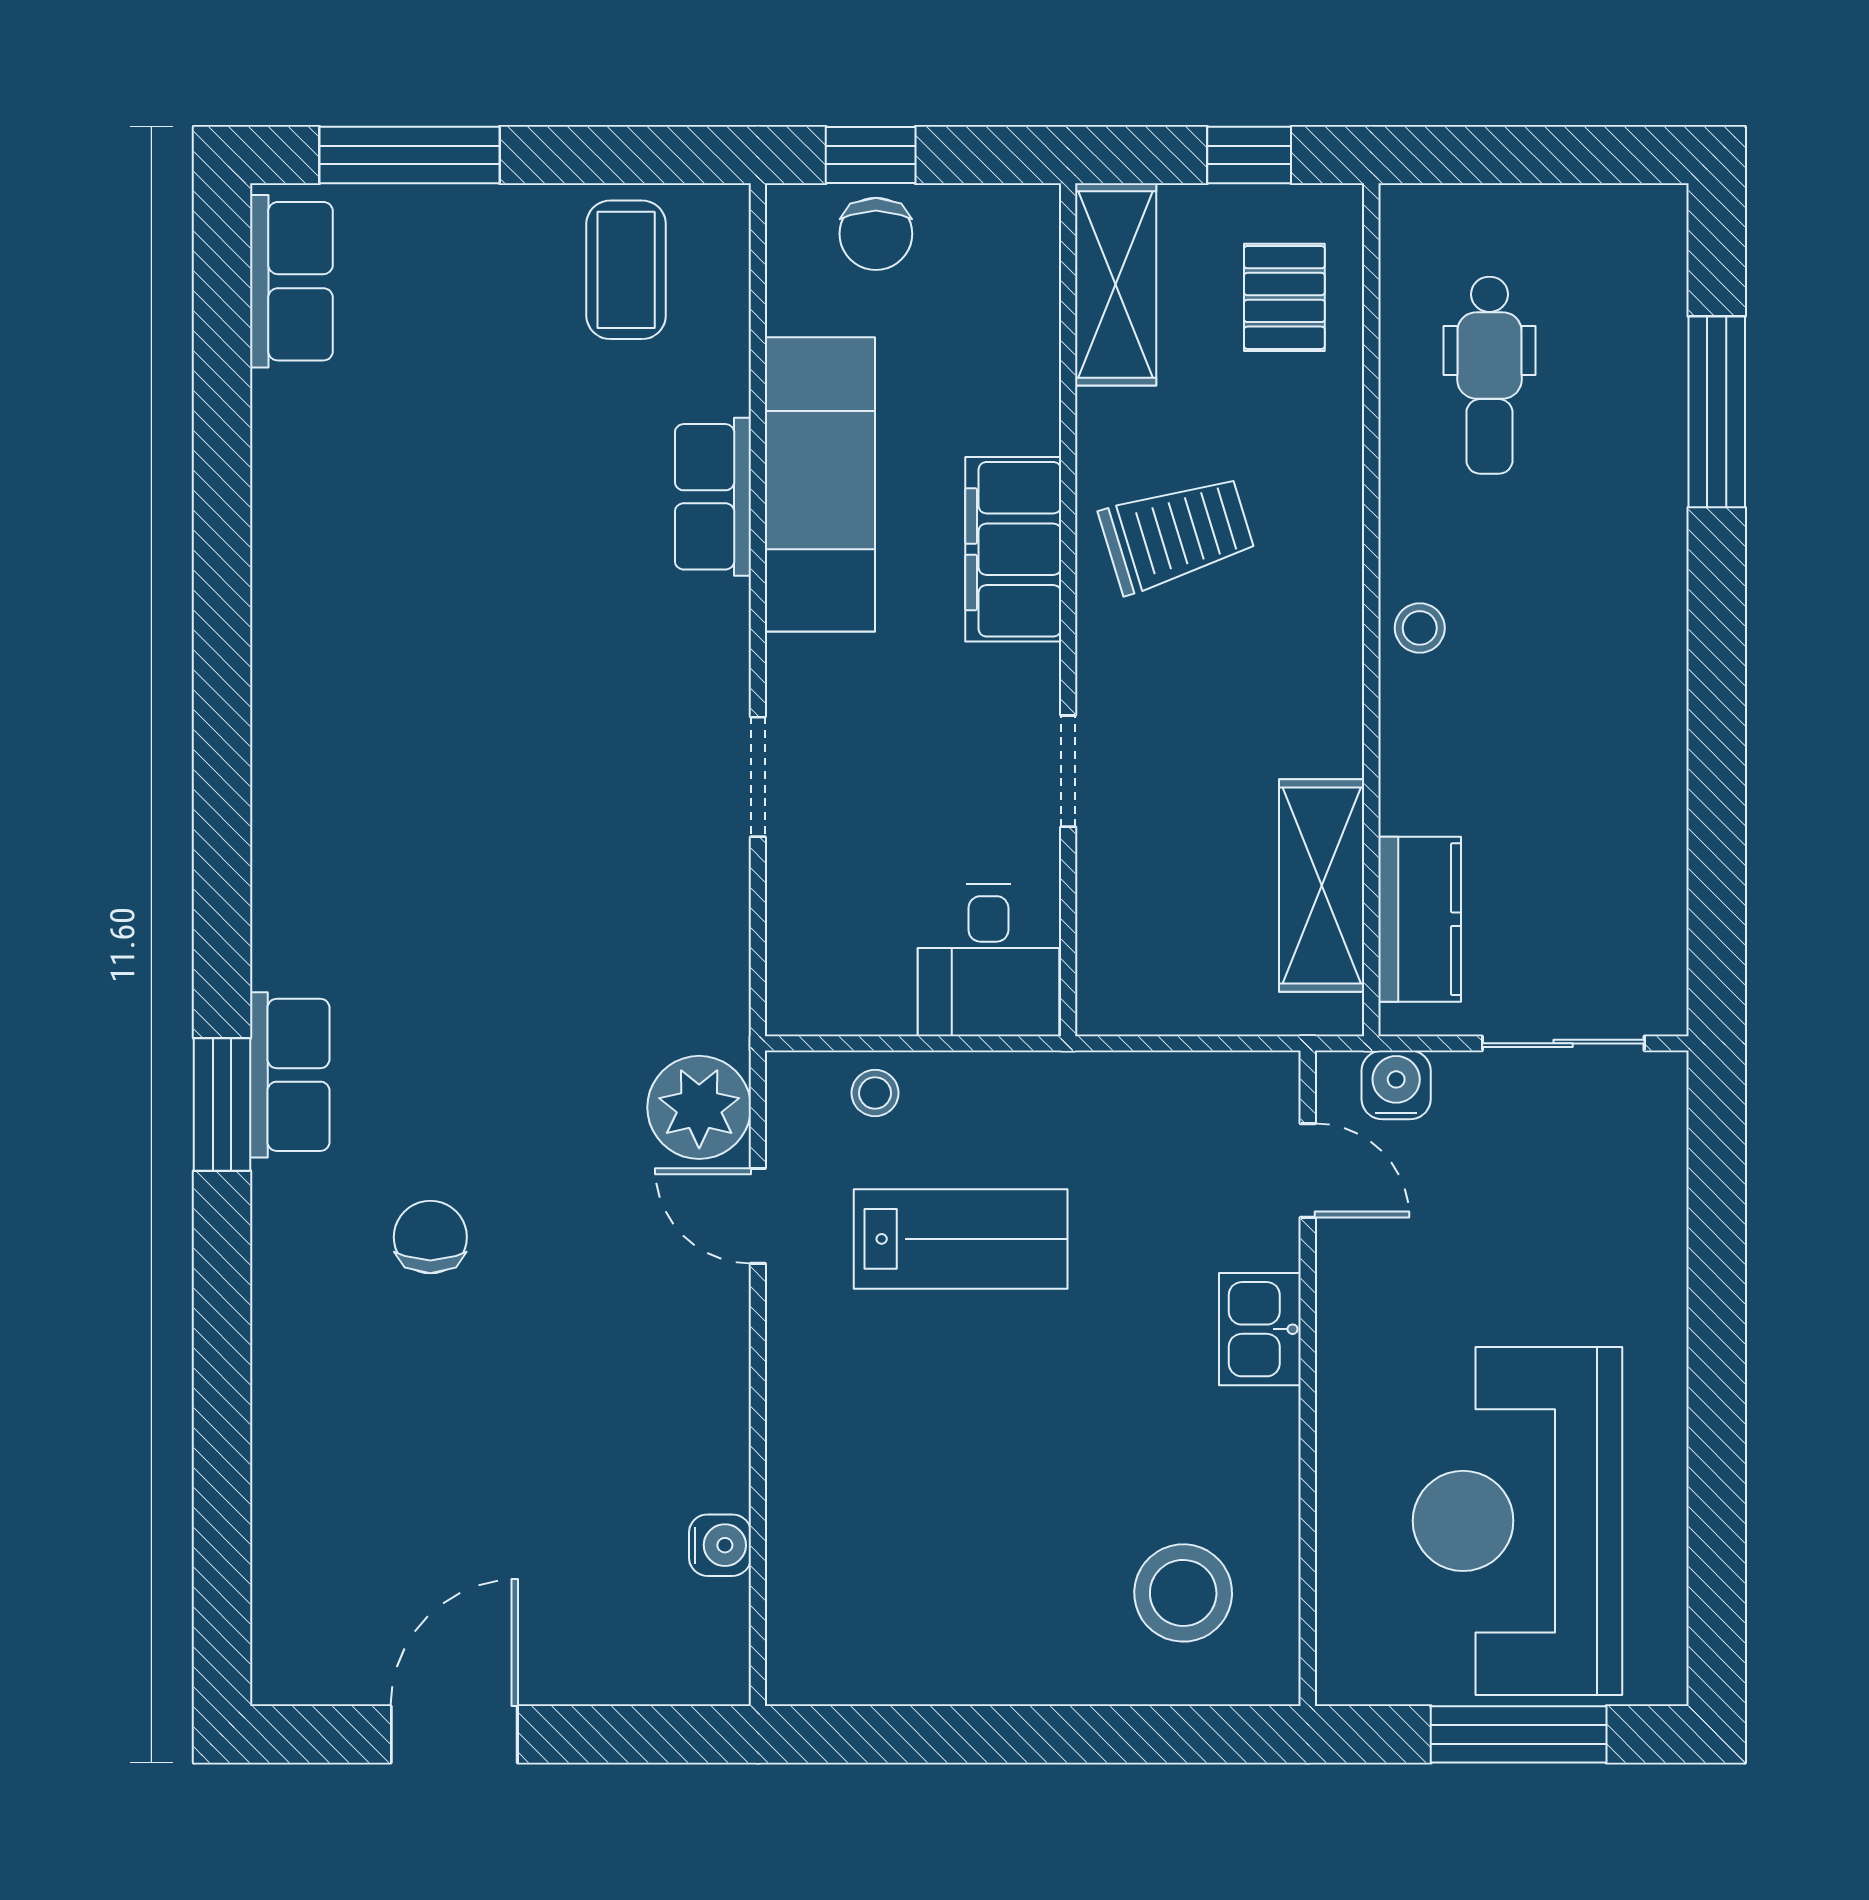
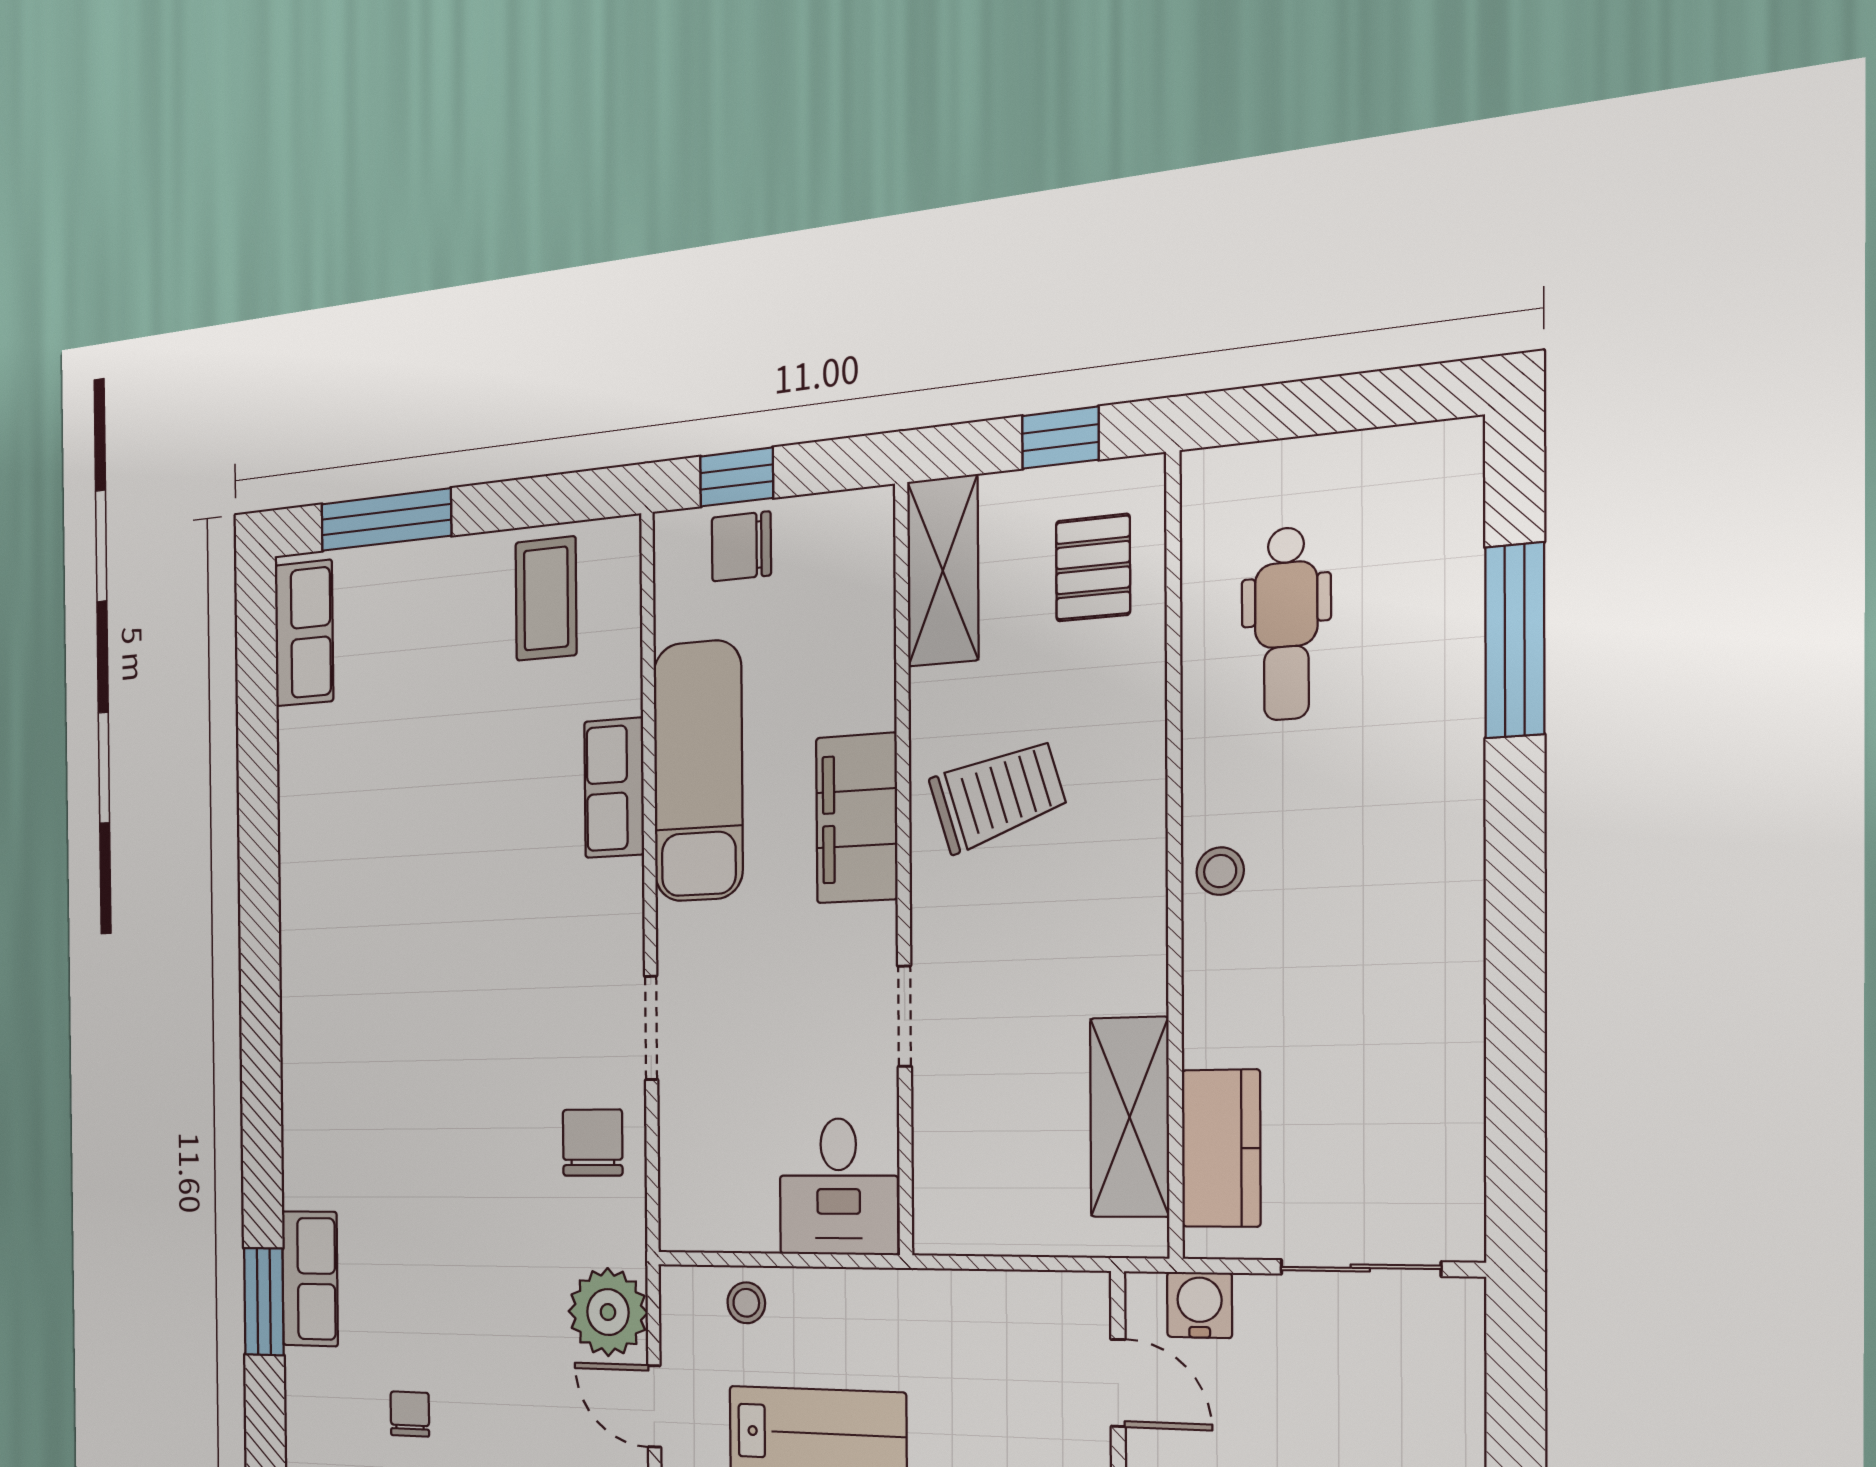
chair: (876, 234) -> (741, 546), turned 90
chair: (681, 909) -> (593, 1143), added
chair: (430, 1237) -> (410, 1414), width x0.73, depth x0.73

